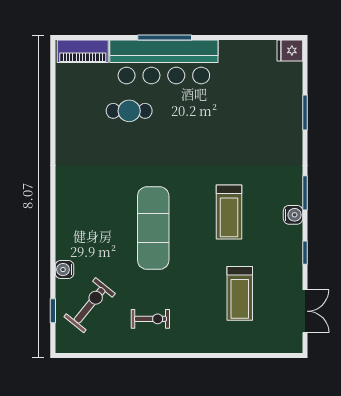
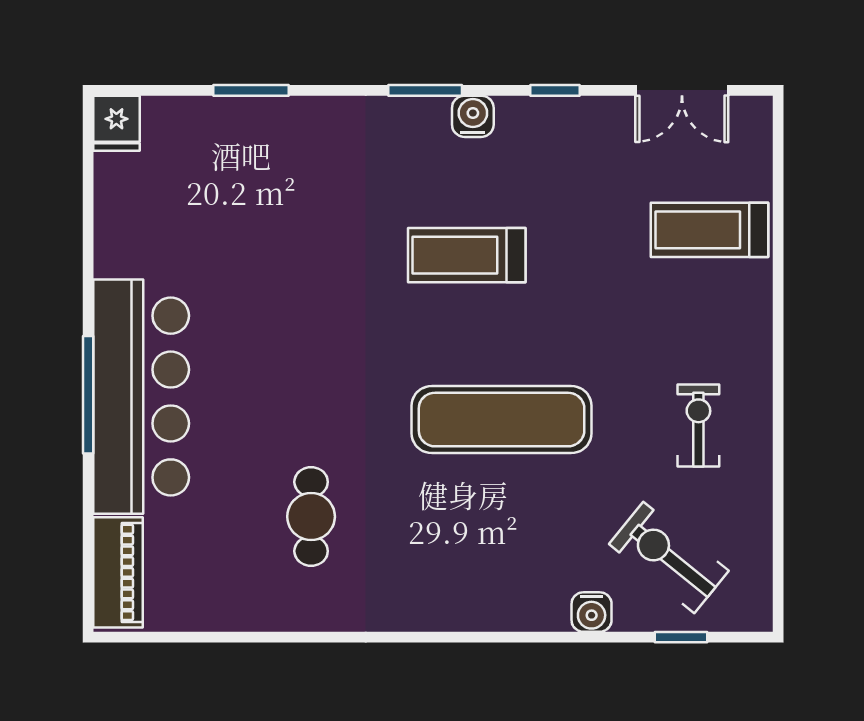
cafe table: (129, 111) -> (311, 517), moved
treadmill: (229, 212) -> (467, 255), turned 180
treadmill: (240, 293) -> (710, 230), moved, turned 180
double door: (305, 311) -> (682, 90), swing flipped

